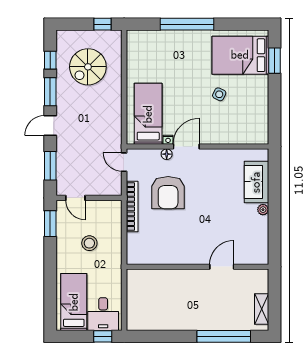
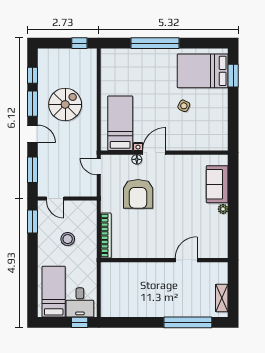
spiral stairs: (88, 67) -> (65, 104), moved, turned 180
door: (50, 126) -> (32, 134), swing flipped
bookcase: (132, 207) -> (106, 236), moved

